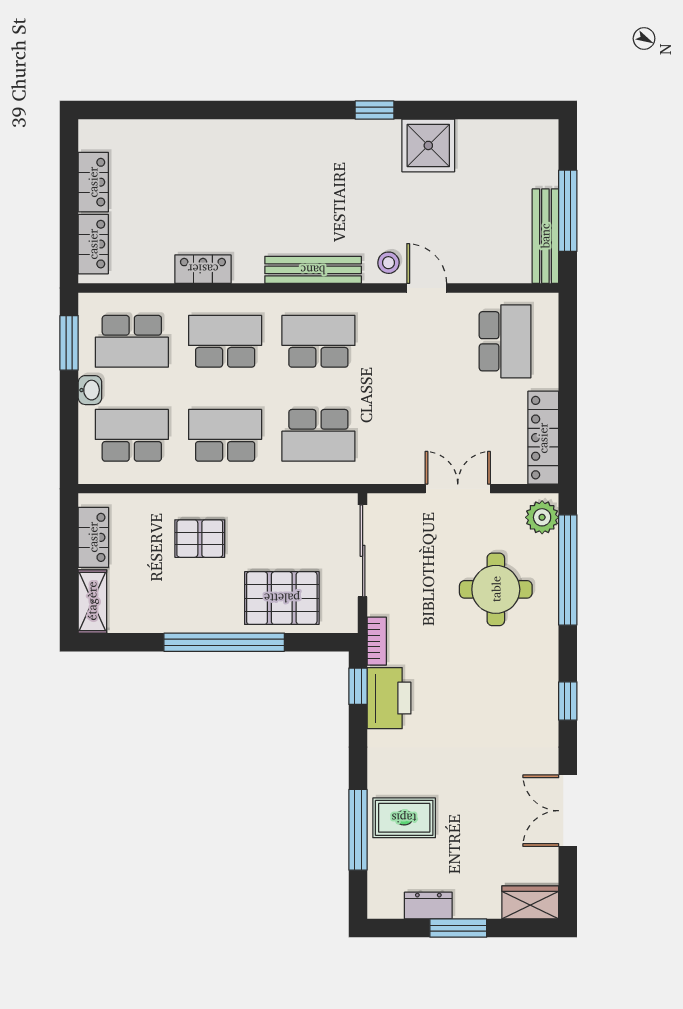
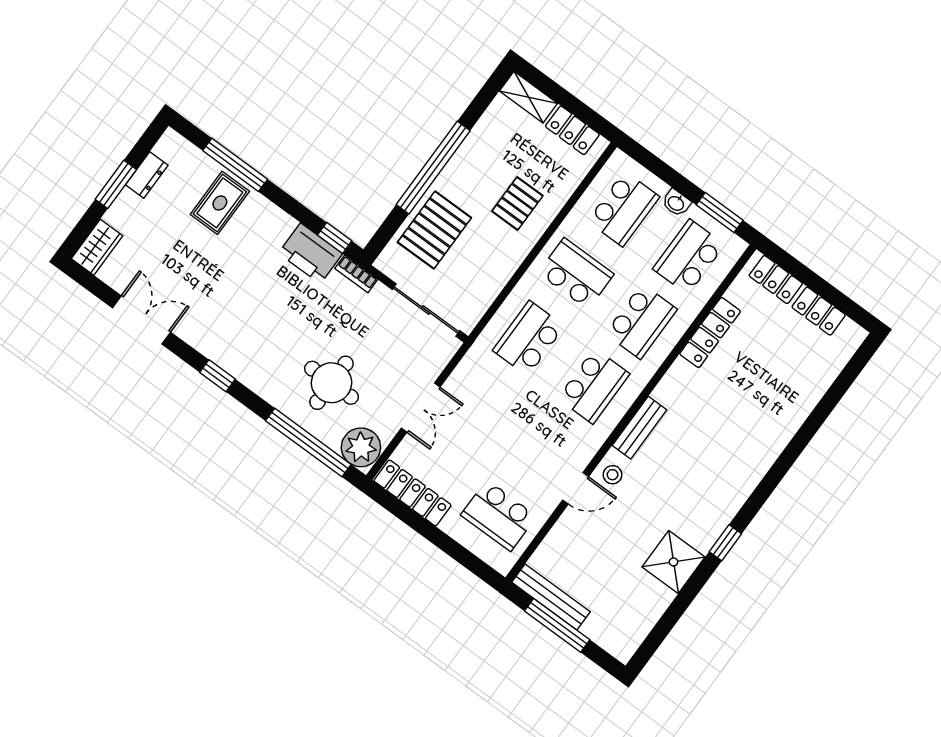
locker: (203, 269) -> (710, 333), width x1.53
bench: (313, 270) -> (639, 428), width x0.73
school desk: (225, 435) -> (576, 274), turned -90
plant: (542, 517) -> (361, 447), width x1.36, depth x1.36

